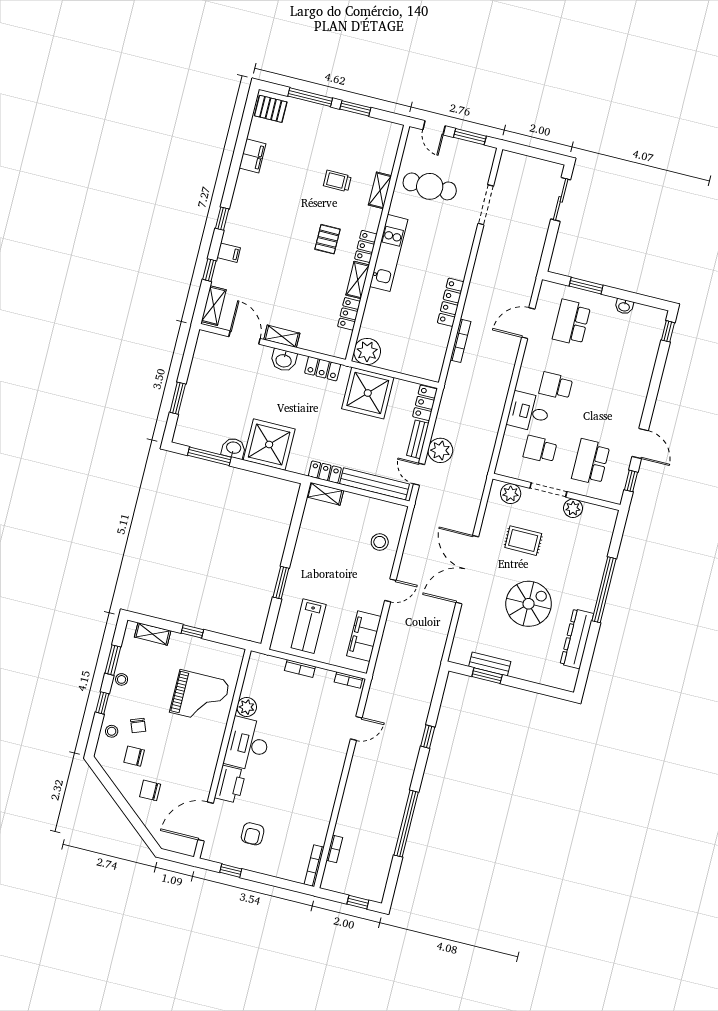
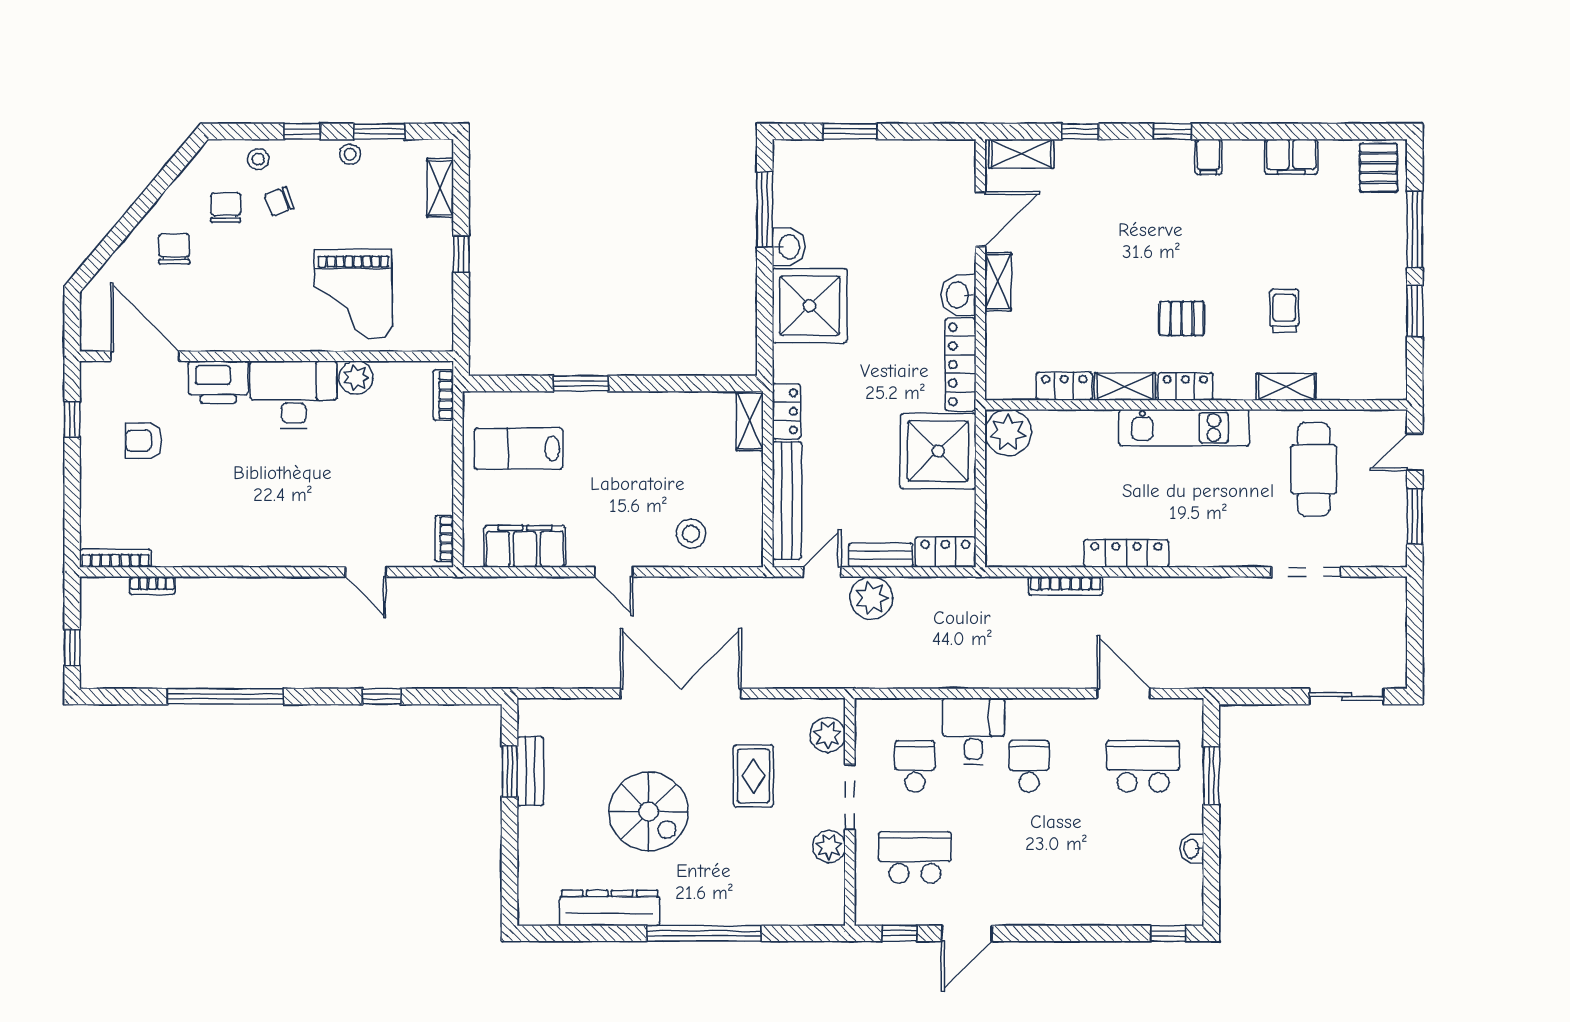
filing cabinet: (229, 253) -> (1208, 157), moved
locker: (323, 369) -> (960, 364), width x1.53
bookcase: (300, 669) -> (443, 395), moved

